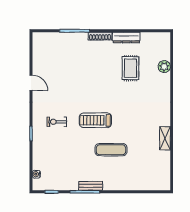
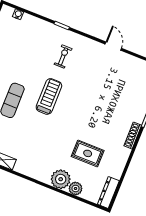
dresser: (126, 37) -> (108, 193), moved
plant: (161, 82) -> (61, 179), added
door: (31, 83) -> (113, 46), swing flipped

